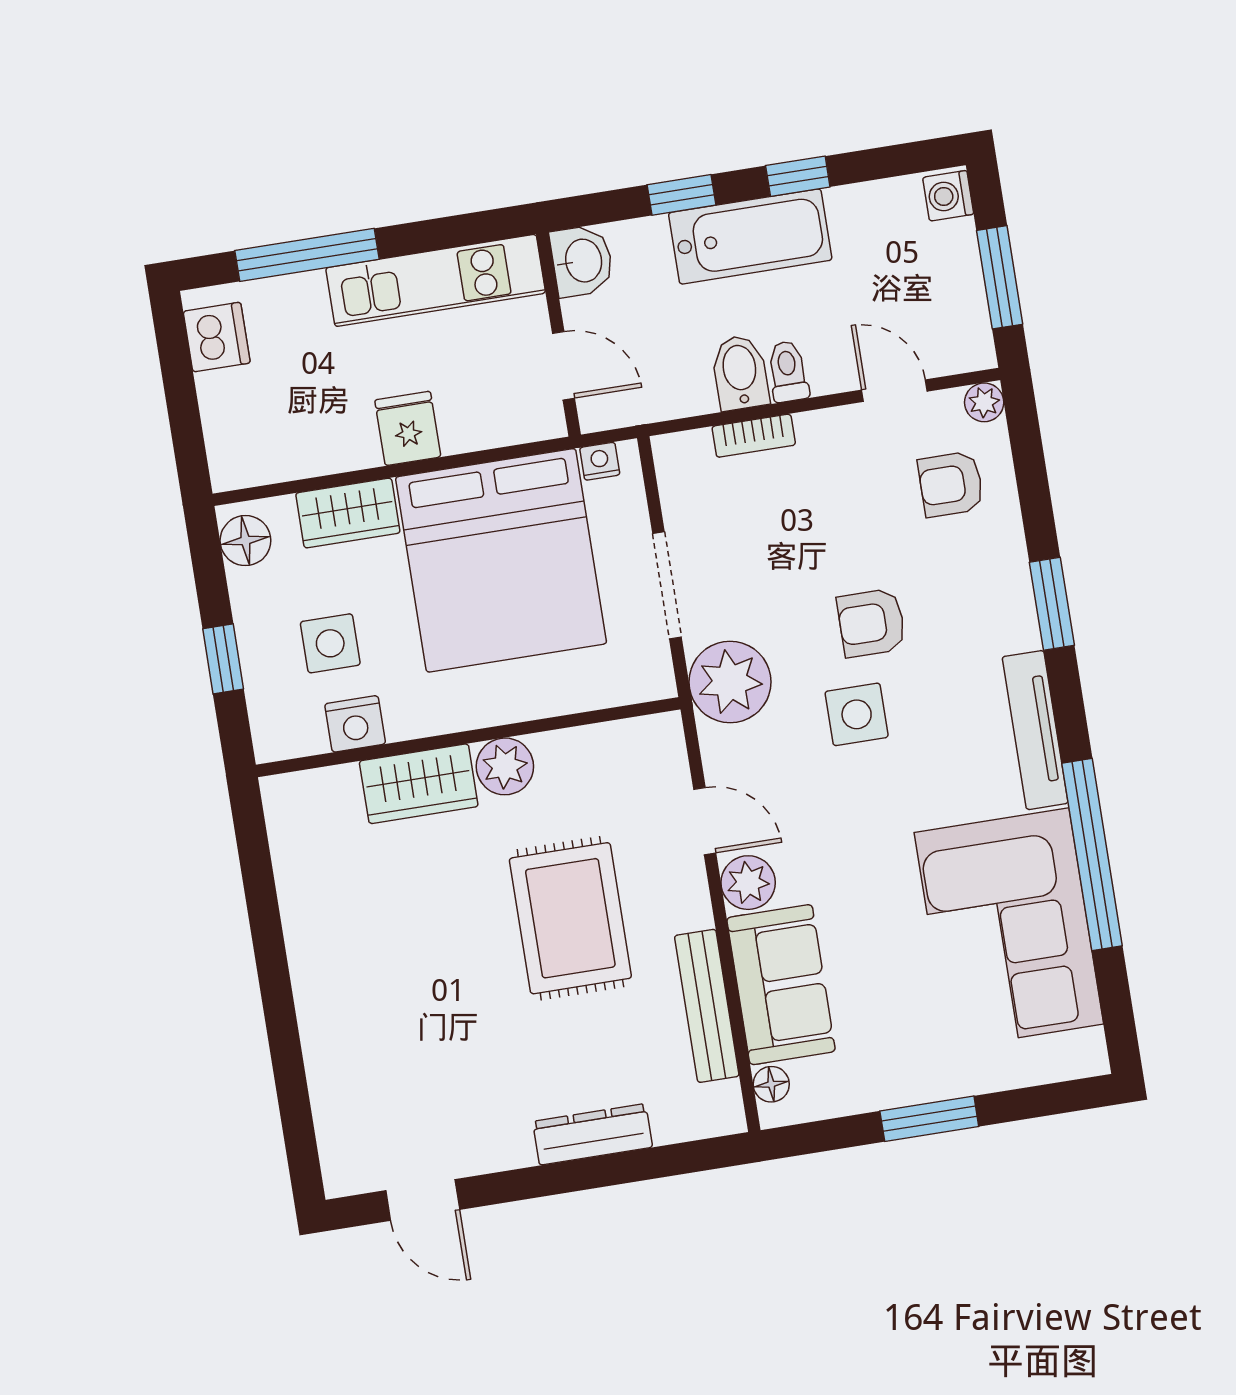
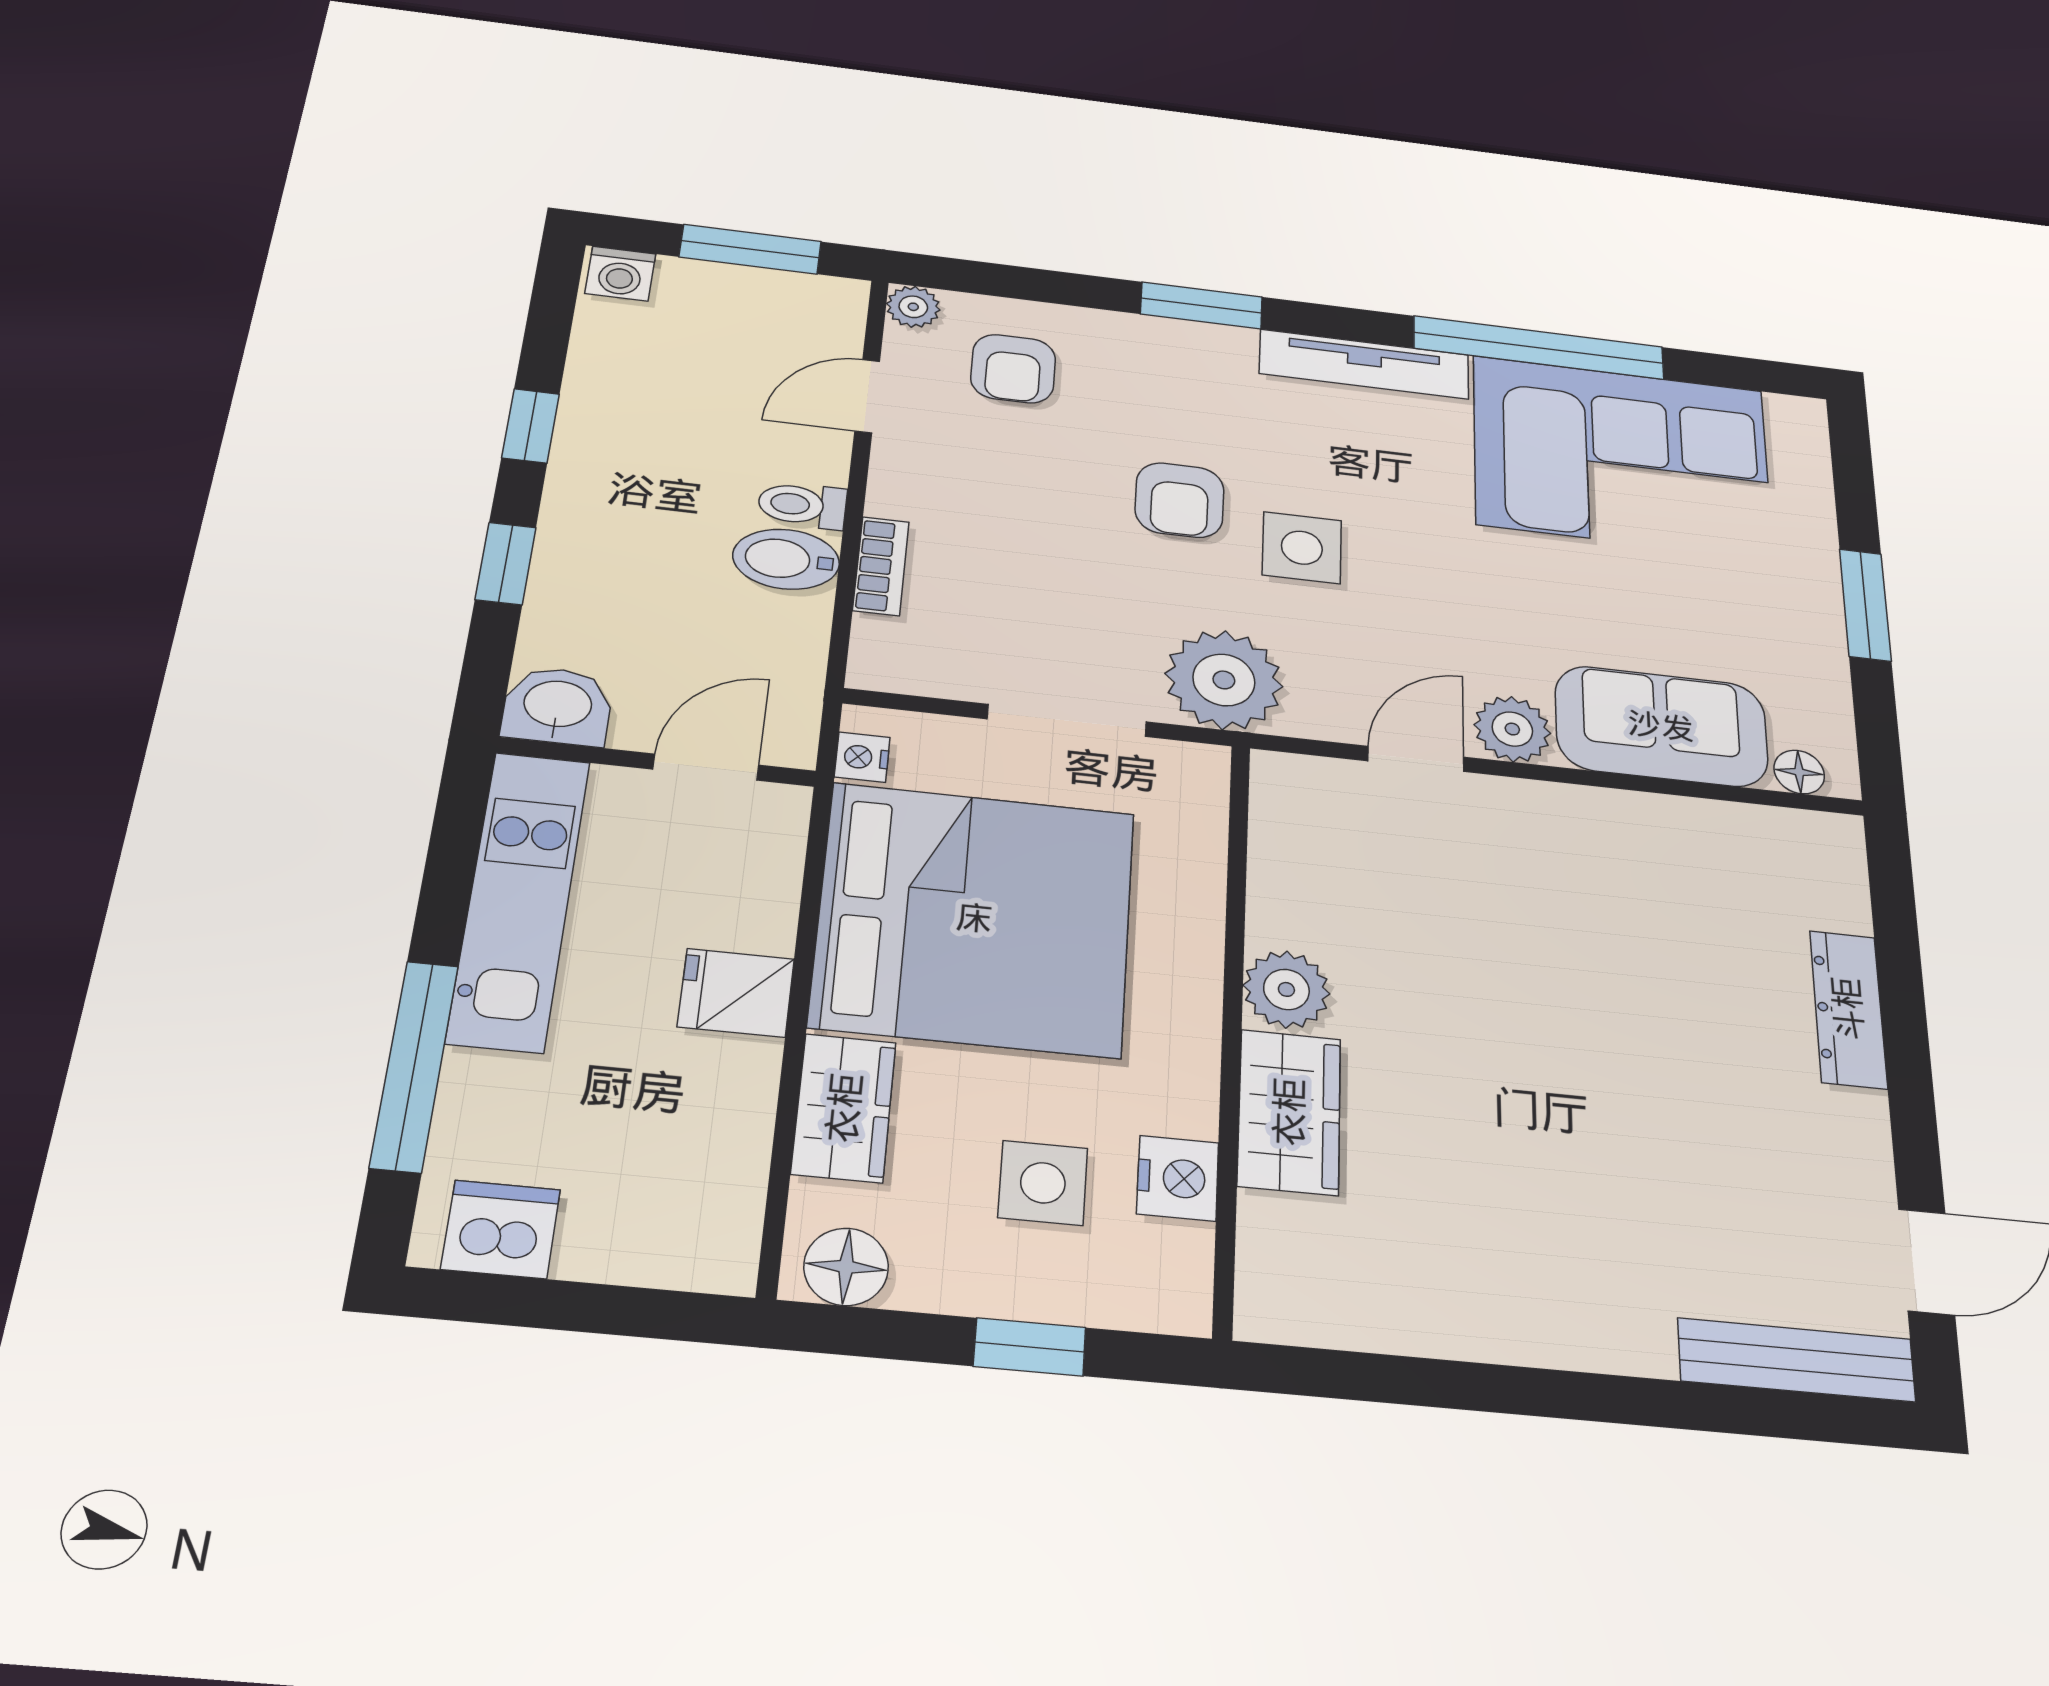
bathtub: (750, 236) -> (596, 500), removed
rug: (570, 918) -> (1528, 960), removed
bench: (707, 1006) -> (1797, 1360), moved

